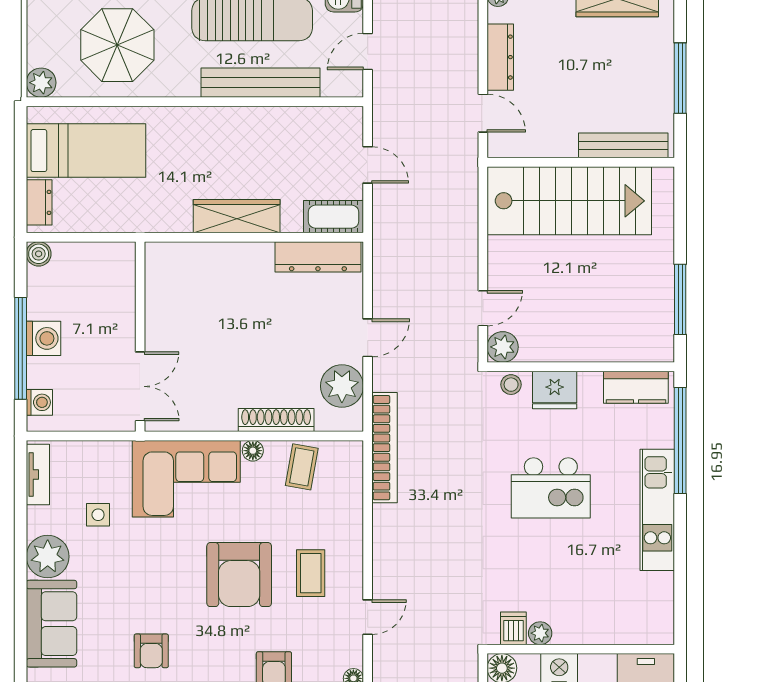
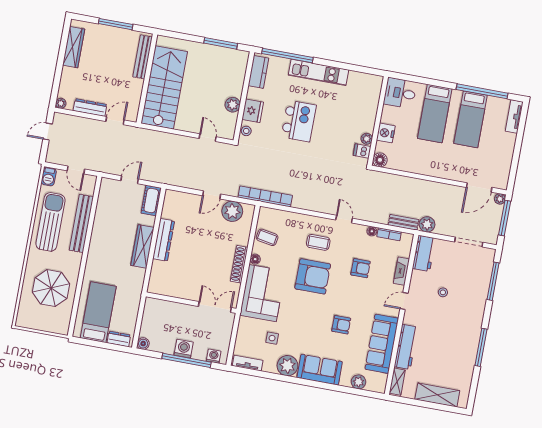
plant: (41, 83) -> (62, 328), removed
dresser: (318, 257) -> (164, 240), moved
door: (368, 338) -> (212, 195), swing flipped
plant: (503, 347) -> (233, 105), moved
shoe rack: (276, 420) -> (239, 264), moved

